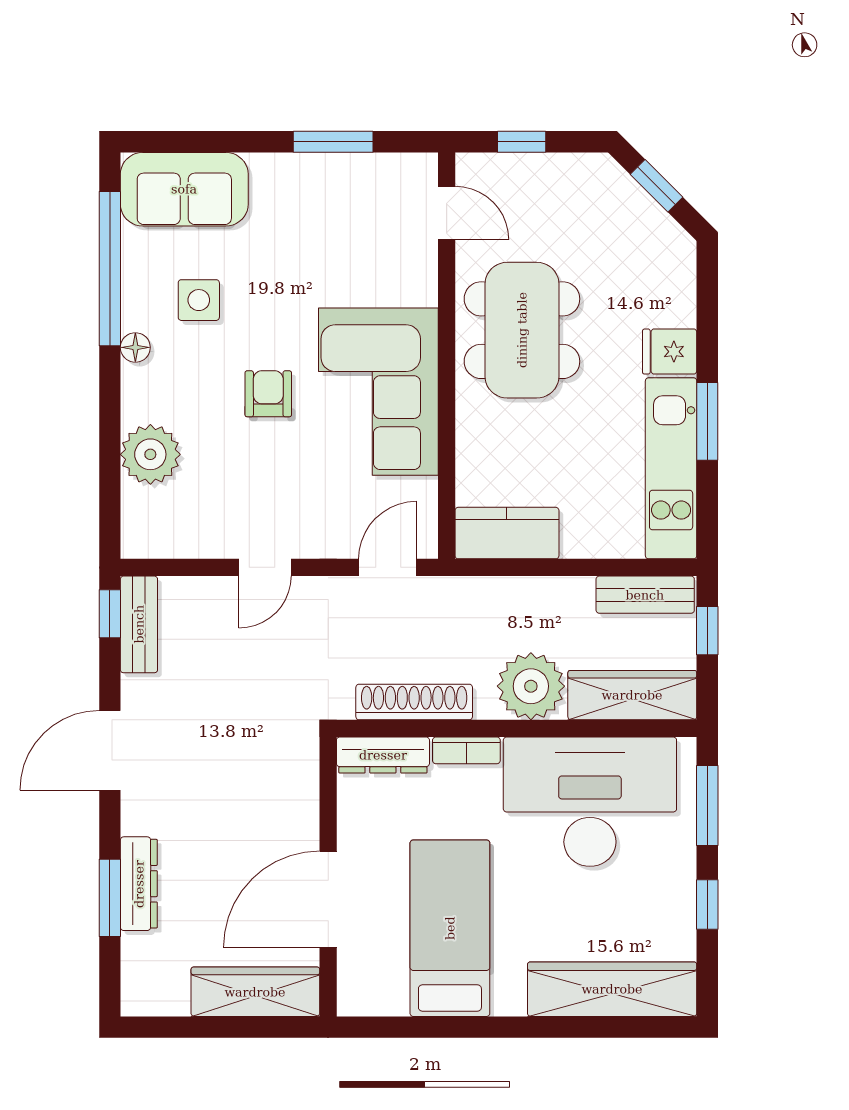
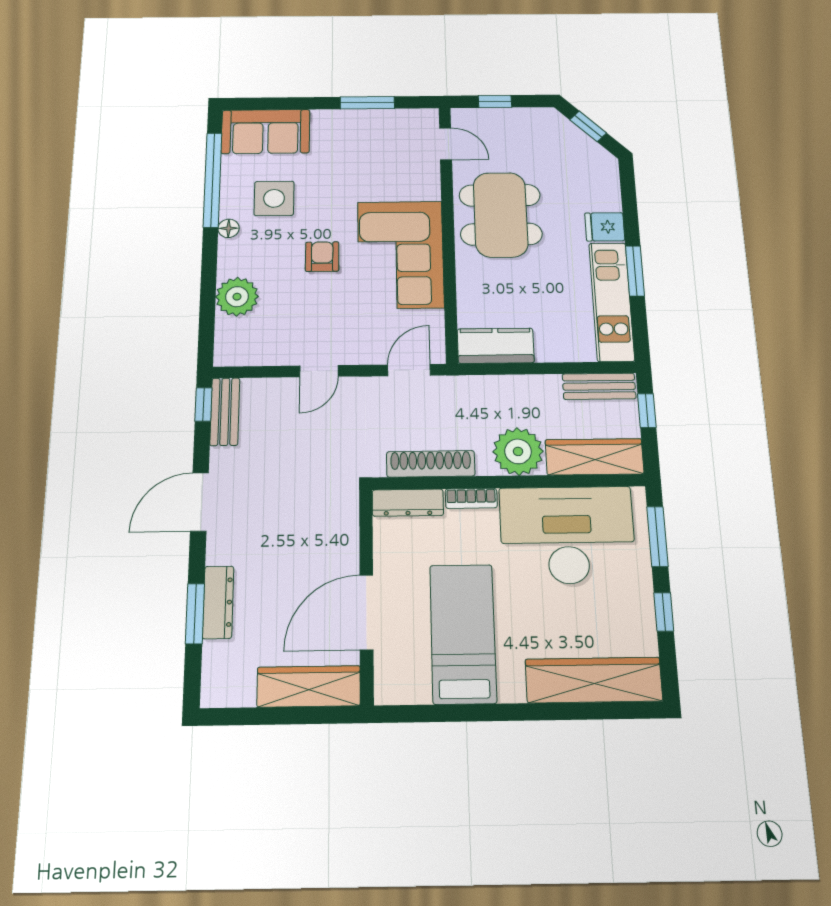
side table: (199, 300) -> (274, 198), width x1.37, depth x1.37

